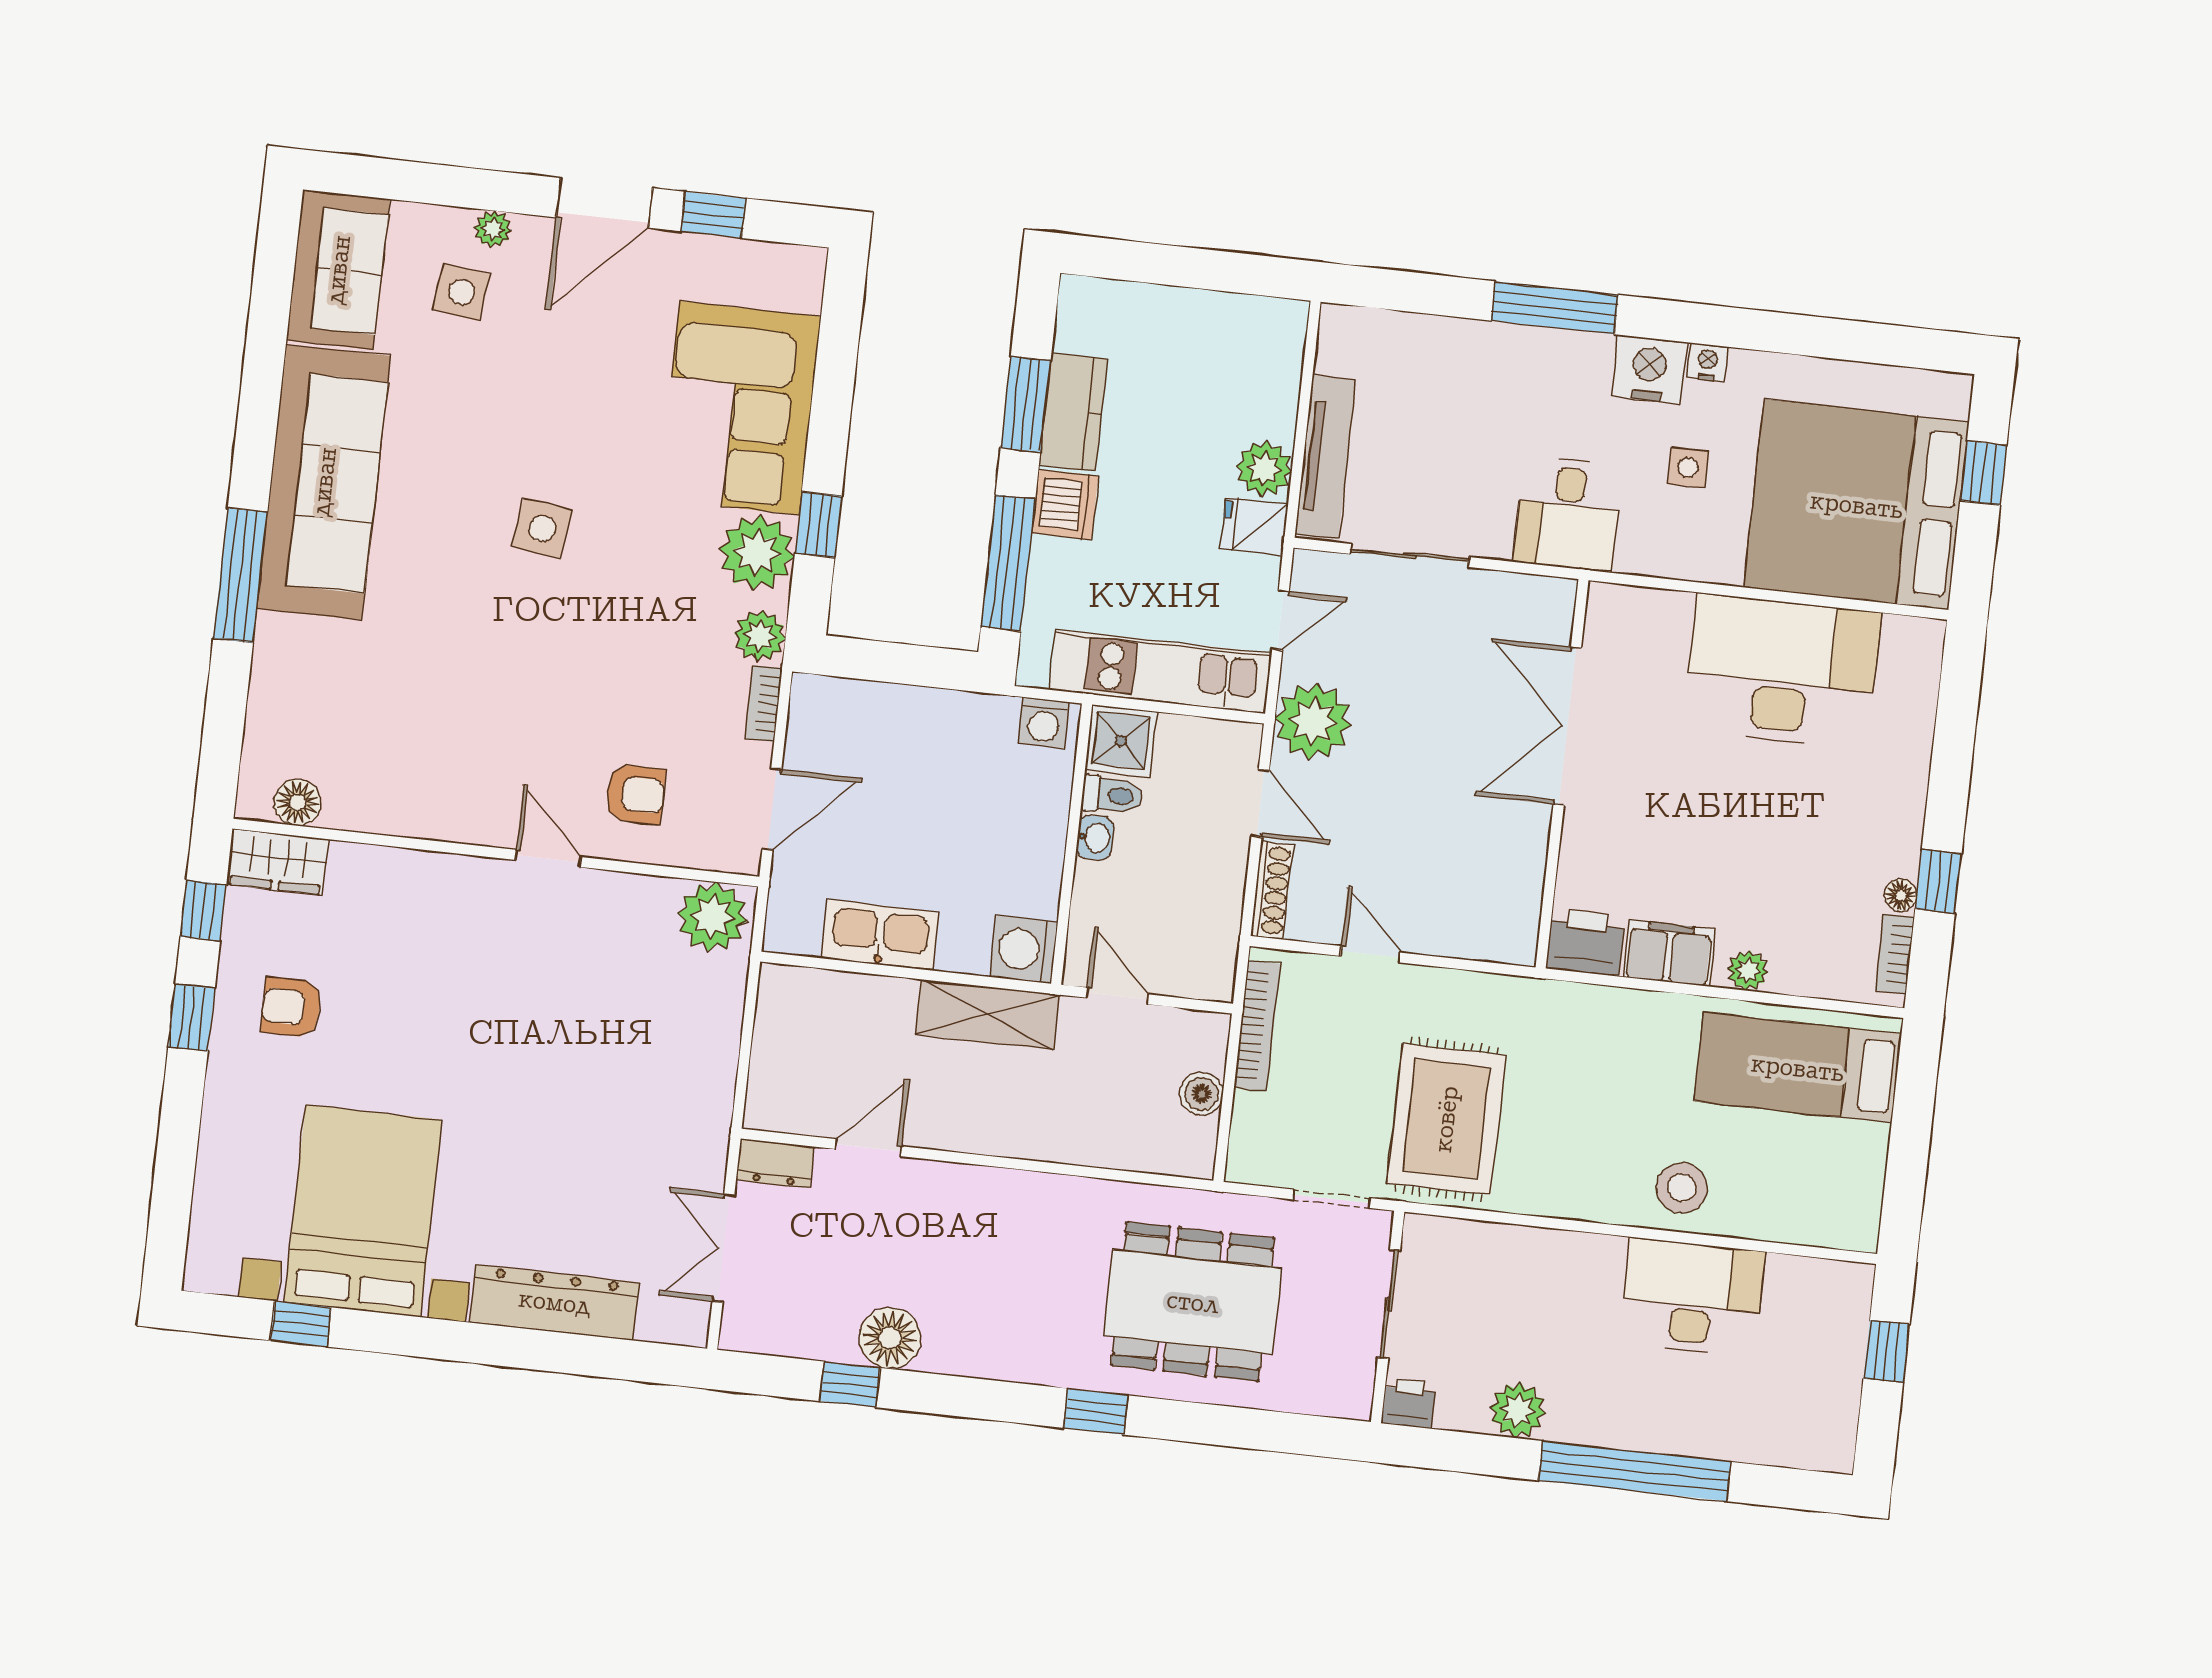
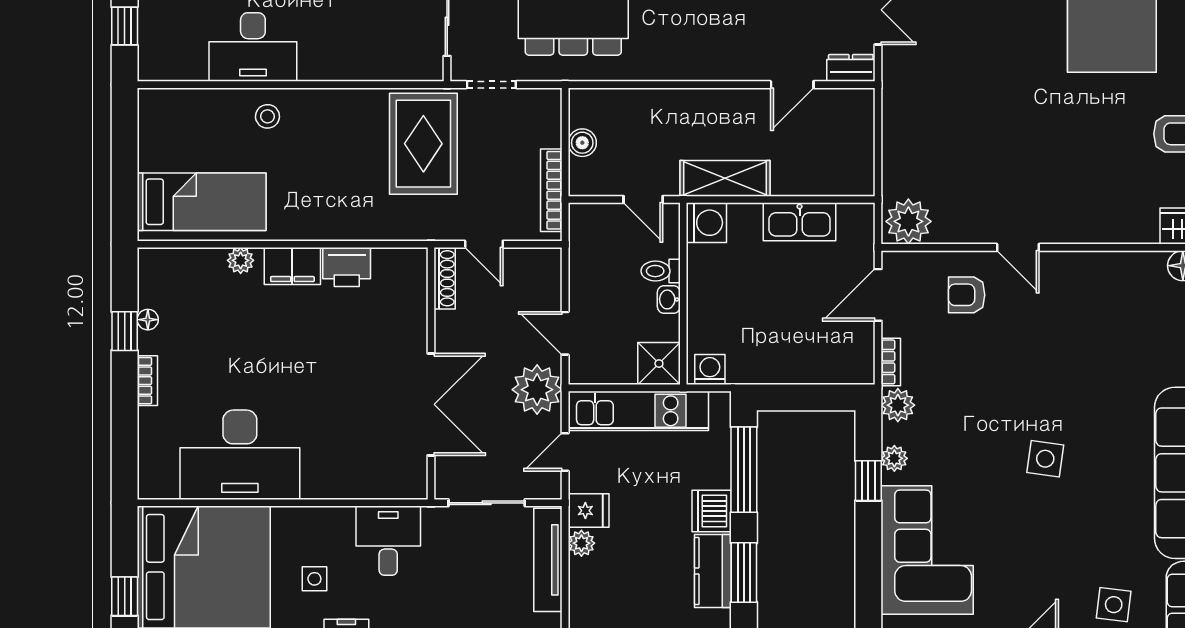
plant: (1264, 469) -> (581, 543), width x0.73, depth x0.73
plant: (757, 553) -> (894, 458), width x0.53, depth x0.53
double door: (1567, 726) -> (431, 404), moved
wall: (1562, 774) -> (431, 373), moved
toilet: (1112, 795) -> (661, 271), moved
shoe rack: (1272, 890) -> (445, 278), moved, turned 180
bookcase: (1895, 954) -> (147, 381), moved
stool: (1682, 1188) -> (267, 116), width x0.73, depth x0.73

